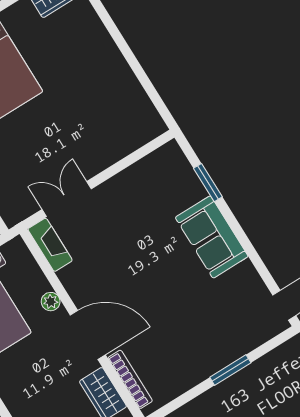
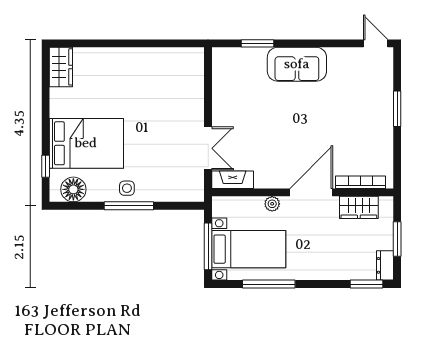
double door: (67, 199) -> (208, 148), swing flipped

